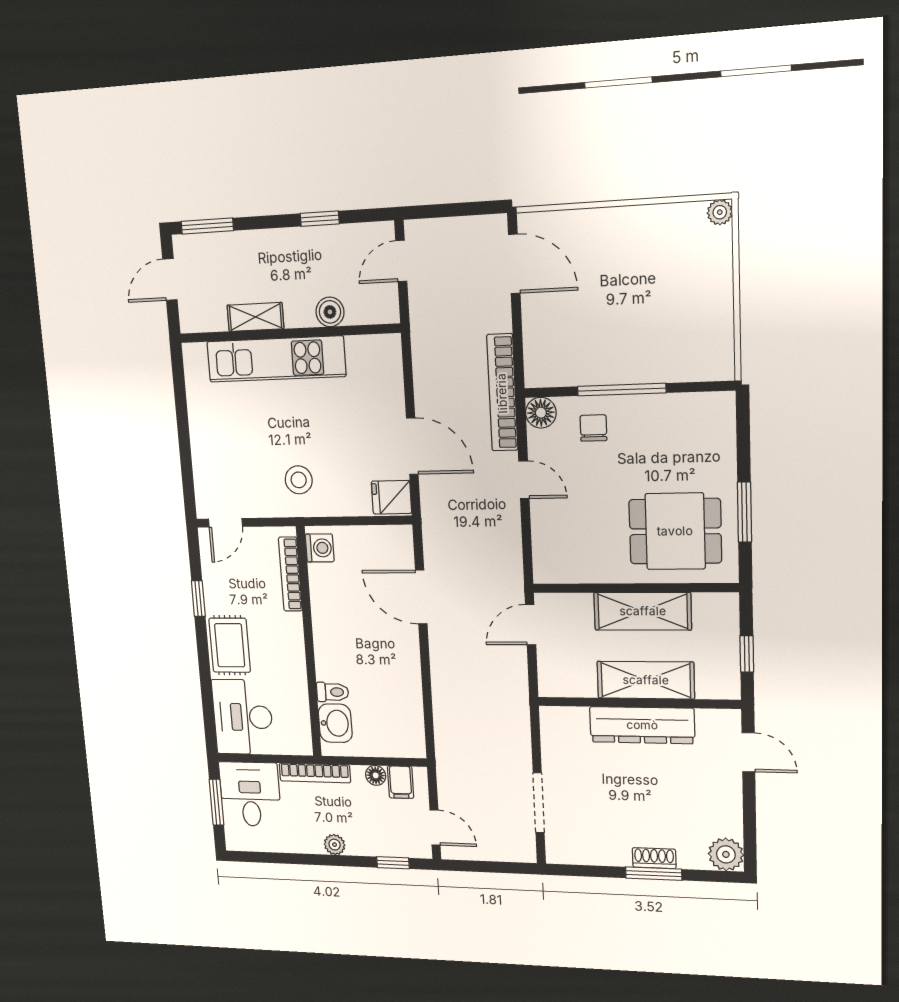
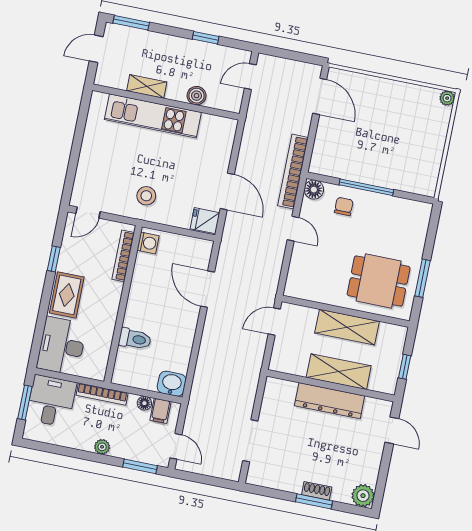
toilet: (333, 692) -> (135, 339), width x1.37, depth x1.39
washbasin: (335, 723) -> (172, 384), moved, turned -90
window: (393, 863) -> (140, 466), width x1.50

